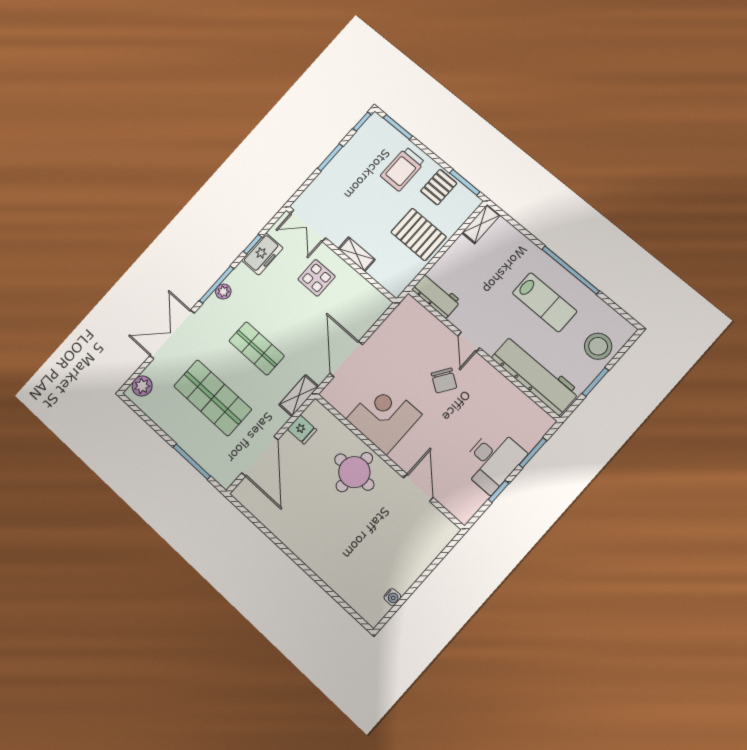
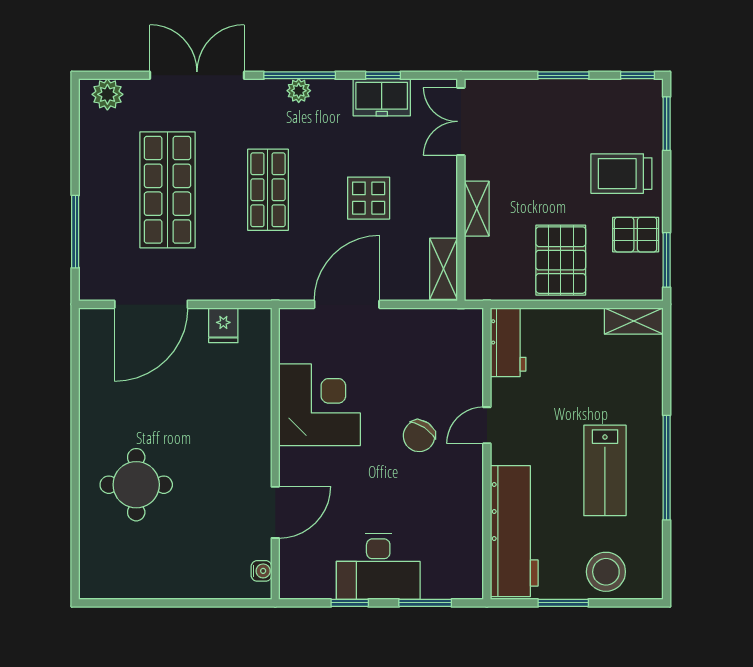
display table: (317, 278) -> (369, 198), moved
shelving: (299, 396) -> (444, 269), moved, turned 90
round table: (354, 472) -> (136, 485), moved
water cooler: (392, 597) -> (261, 571), moved, turned -90

